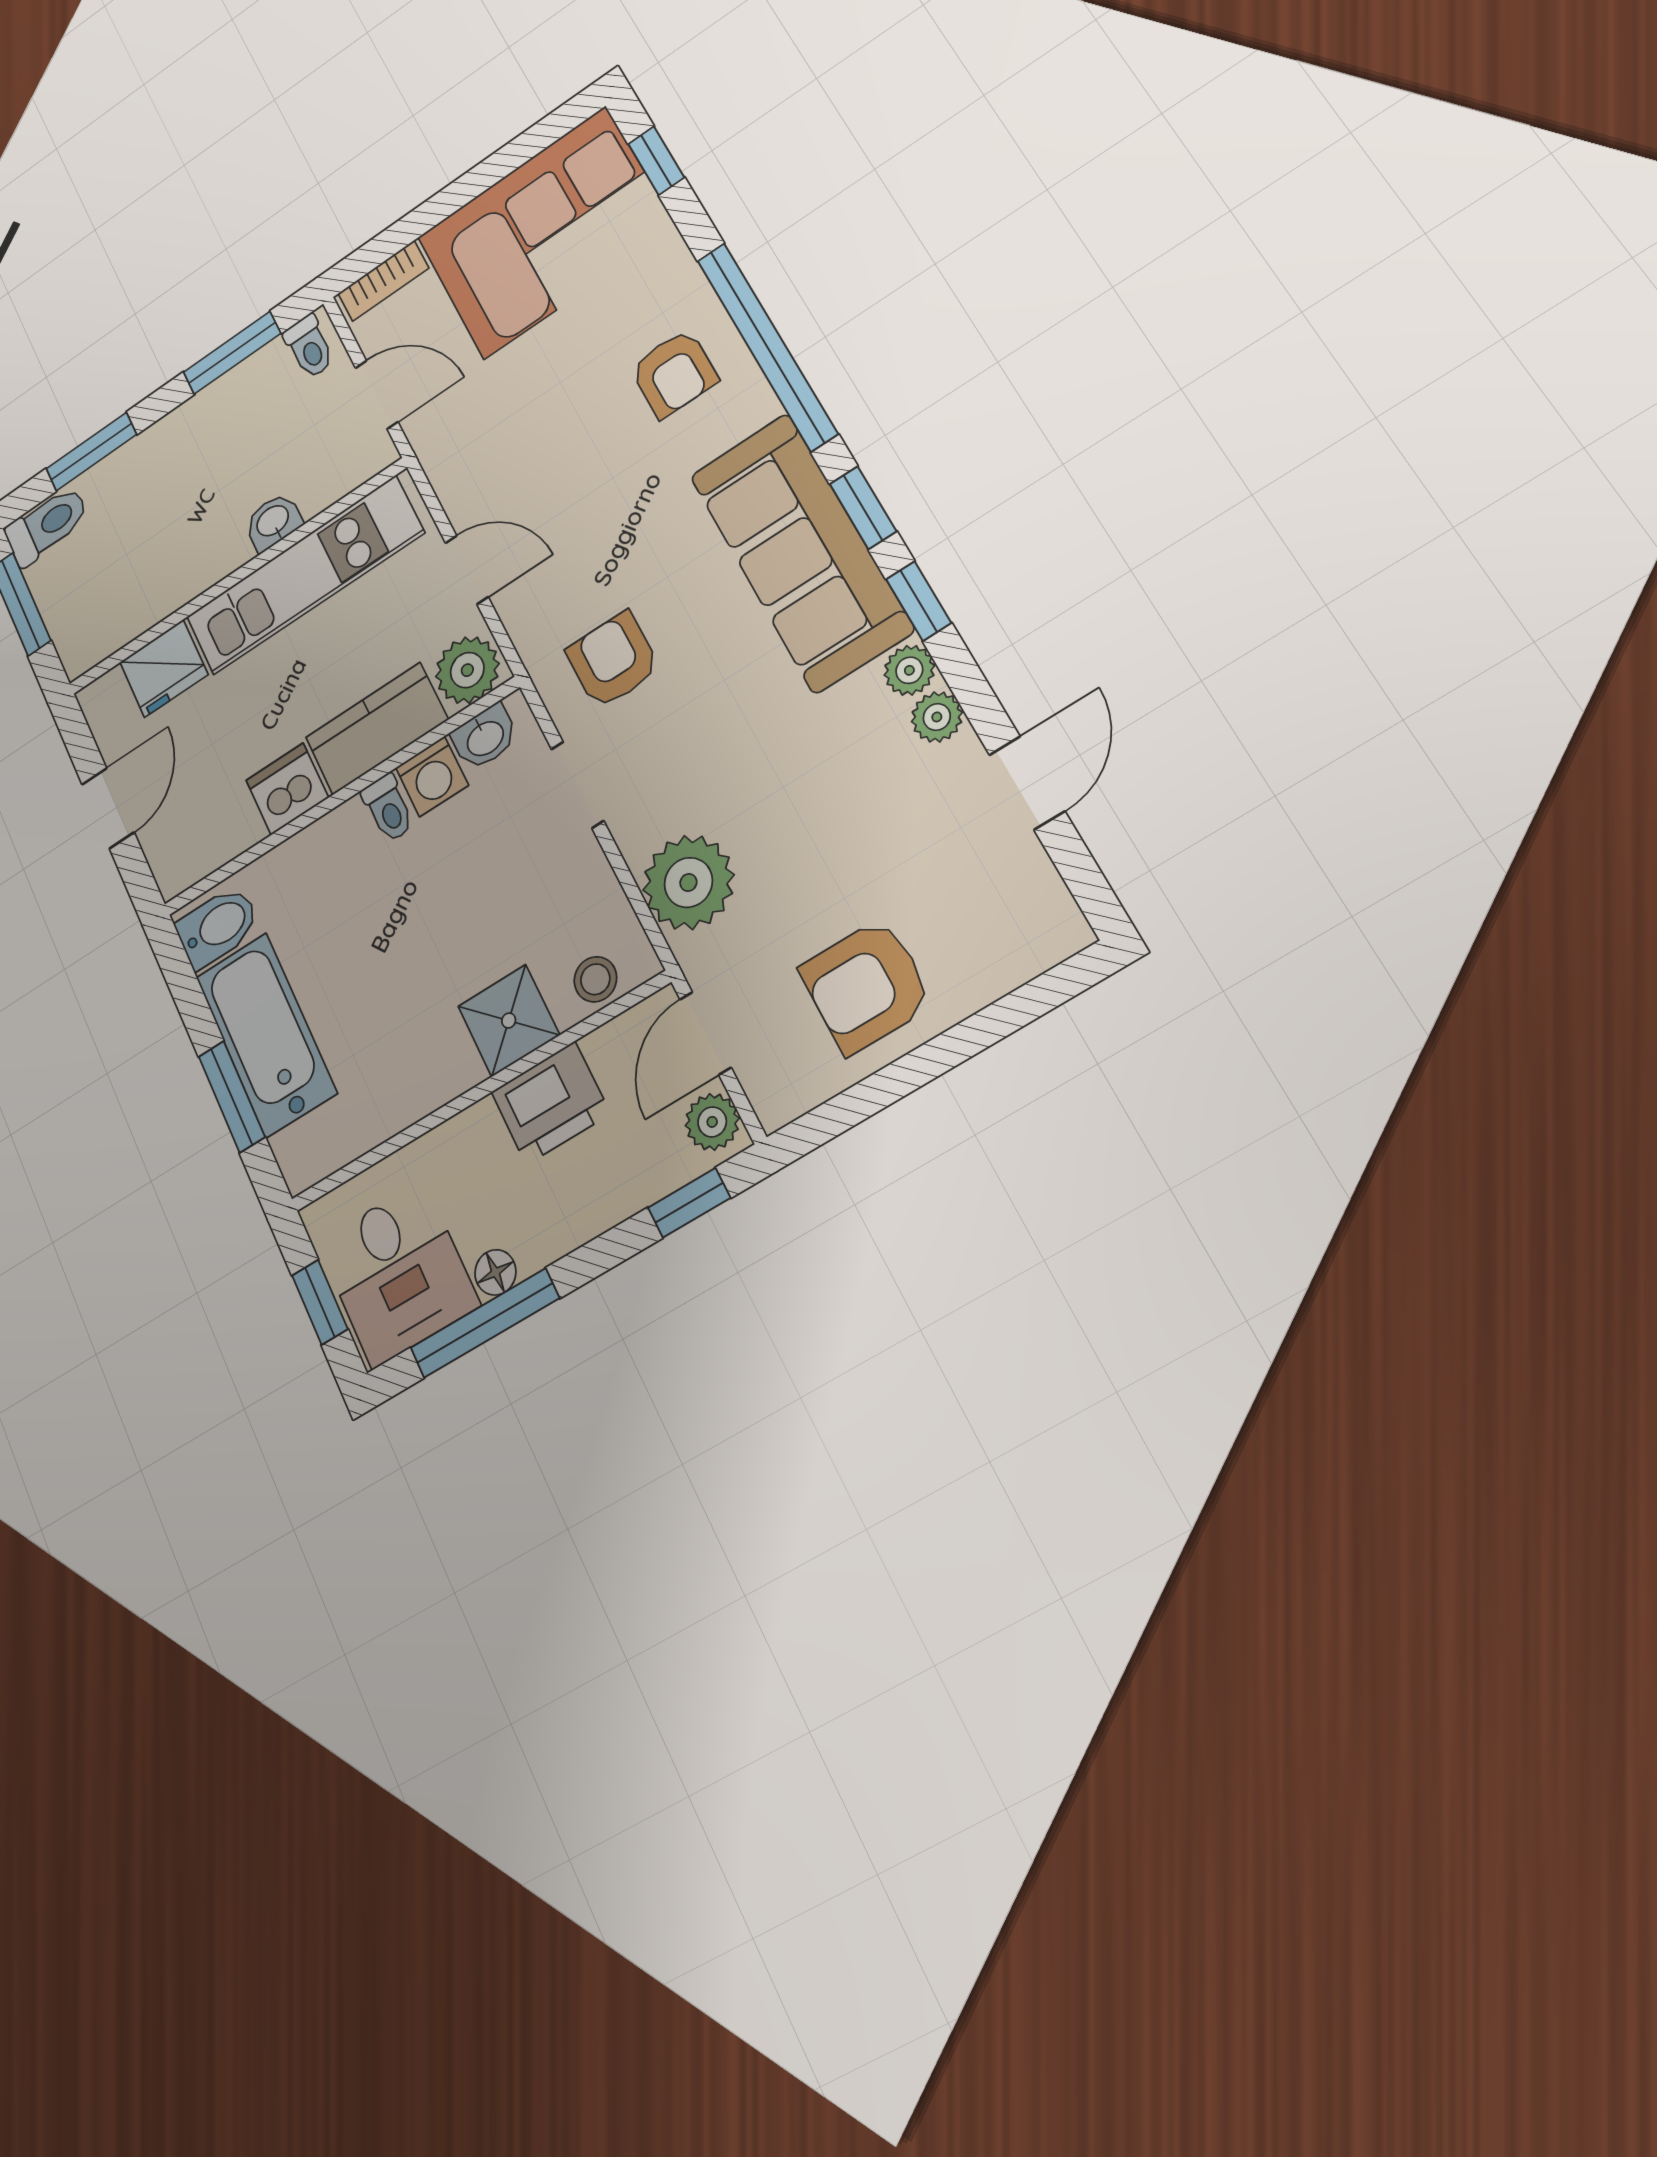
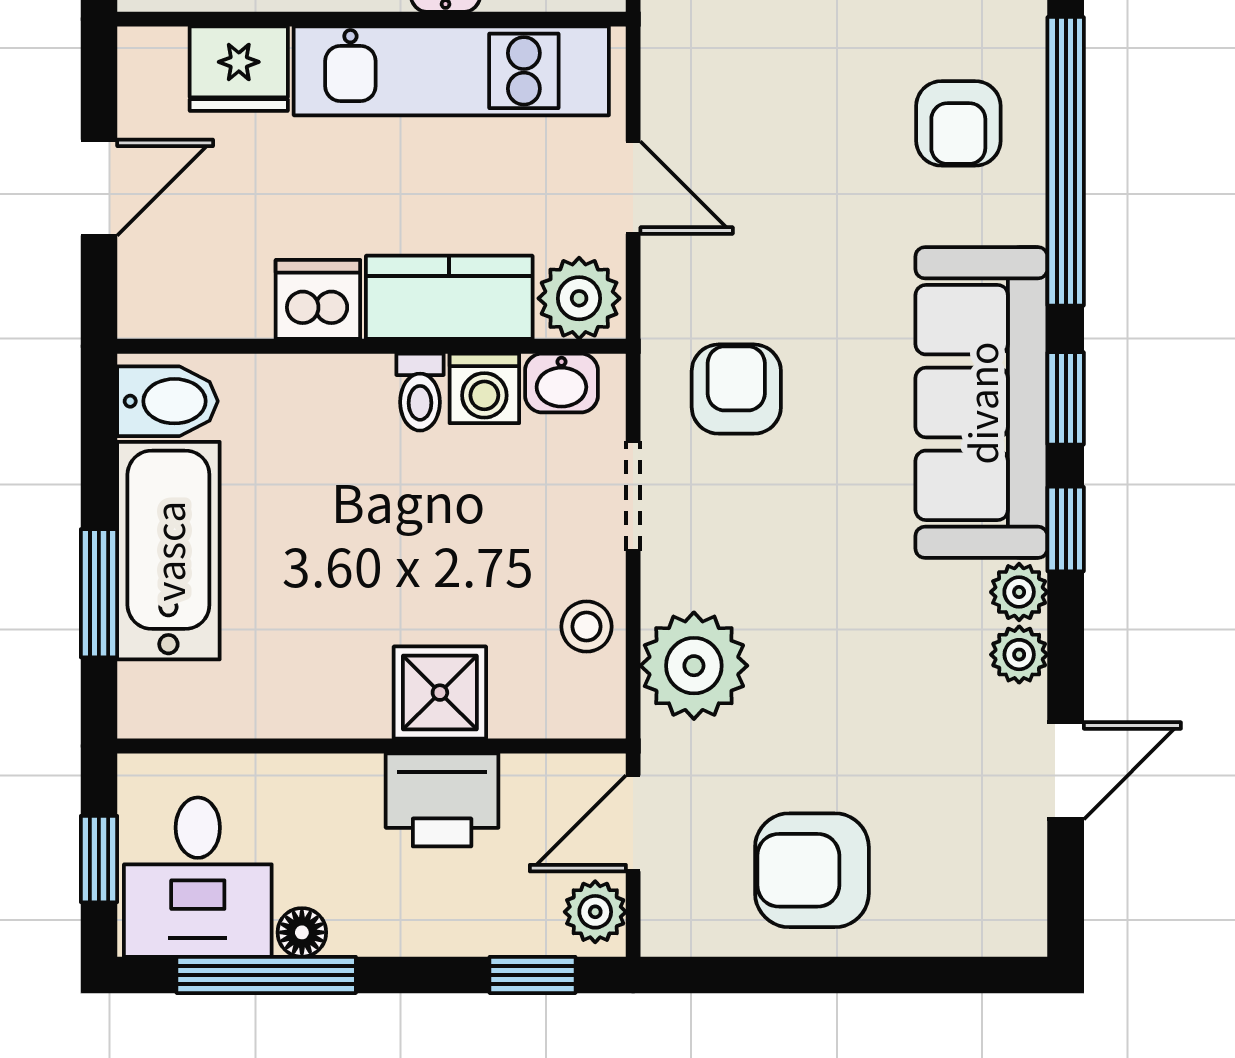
stool: (595, 979) -> (586, 627), moved

